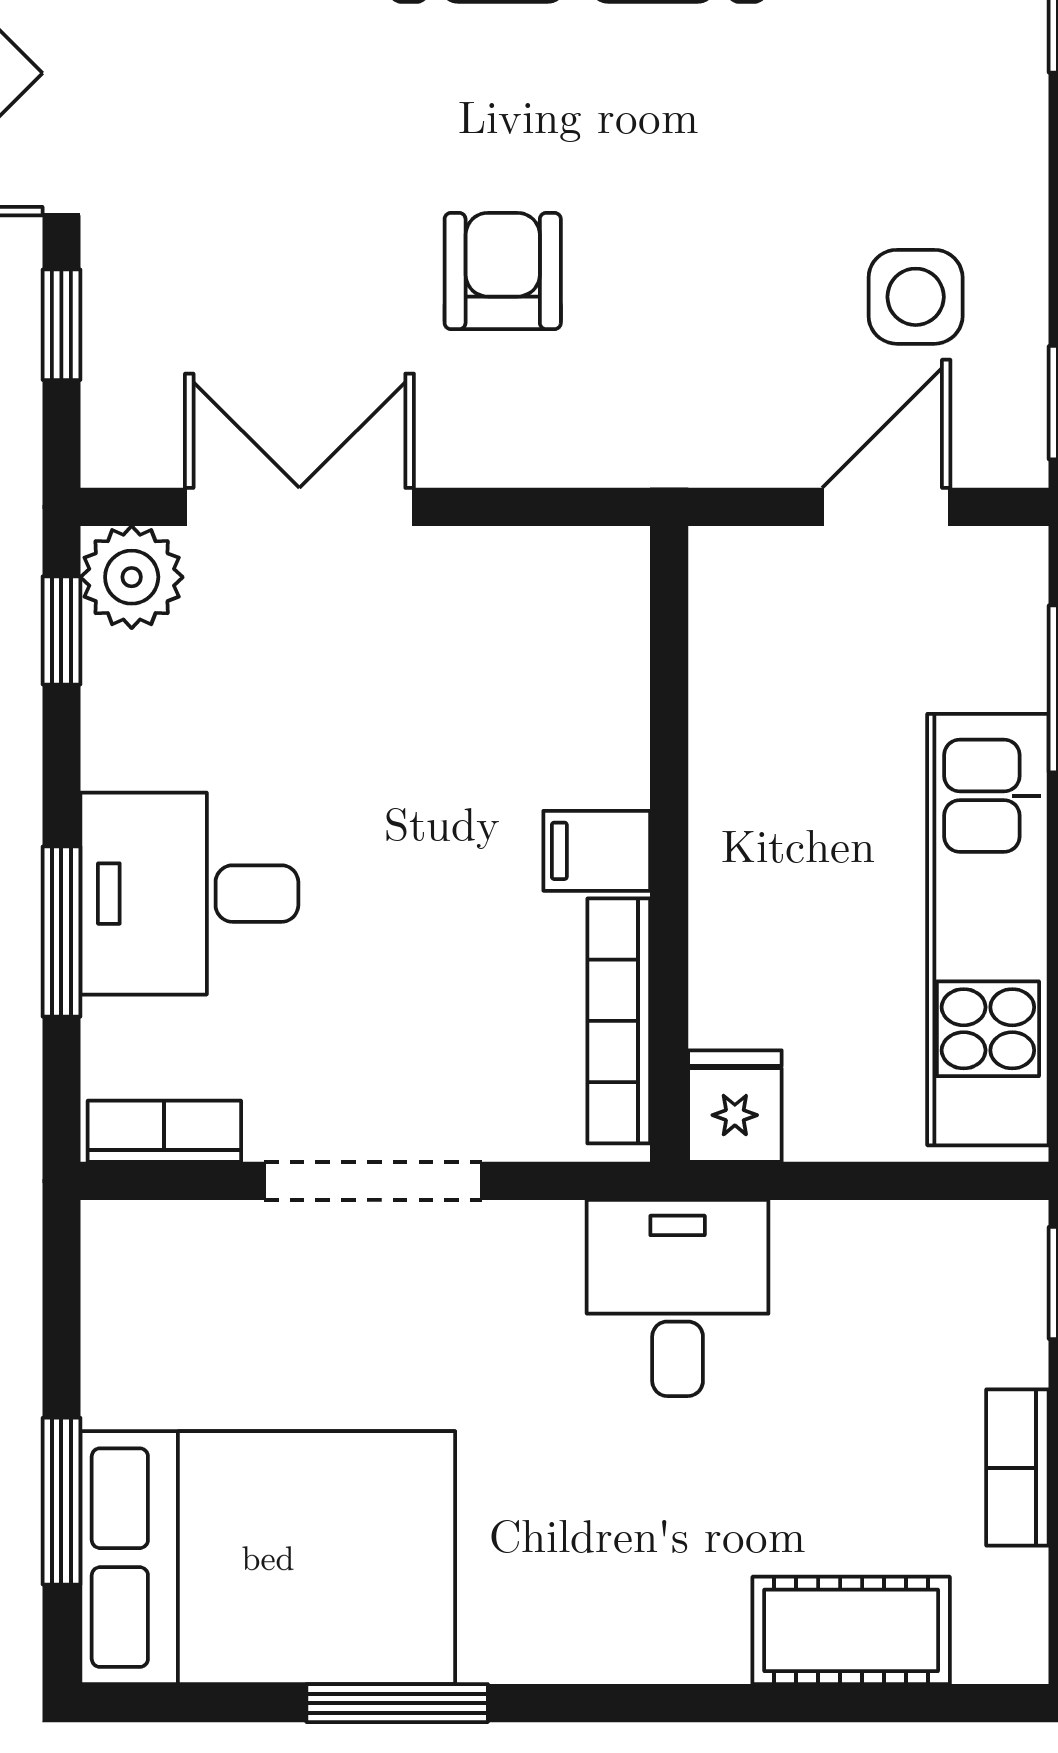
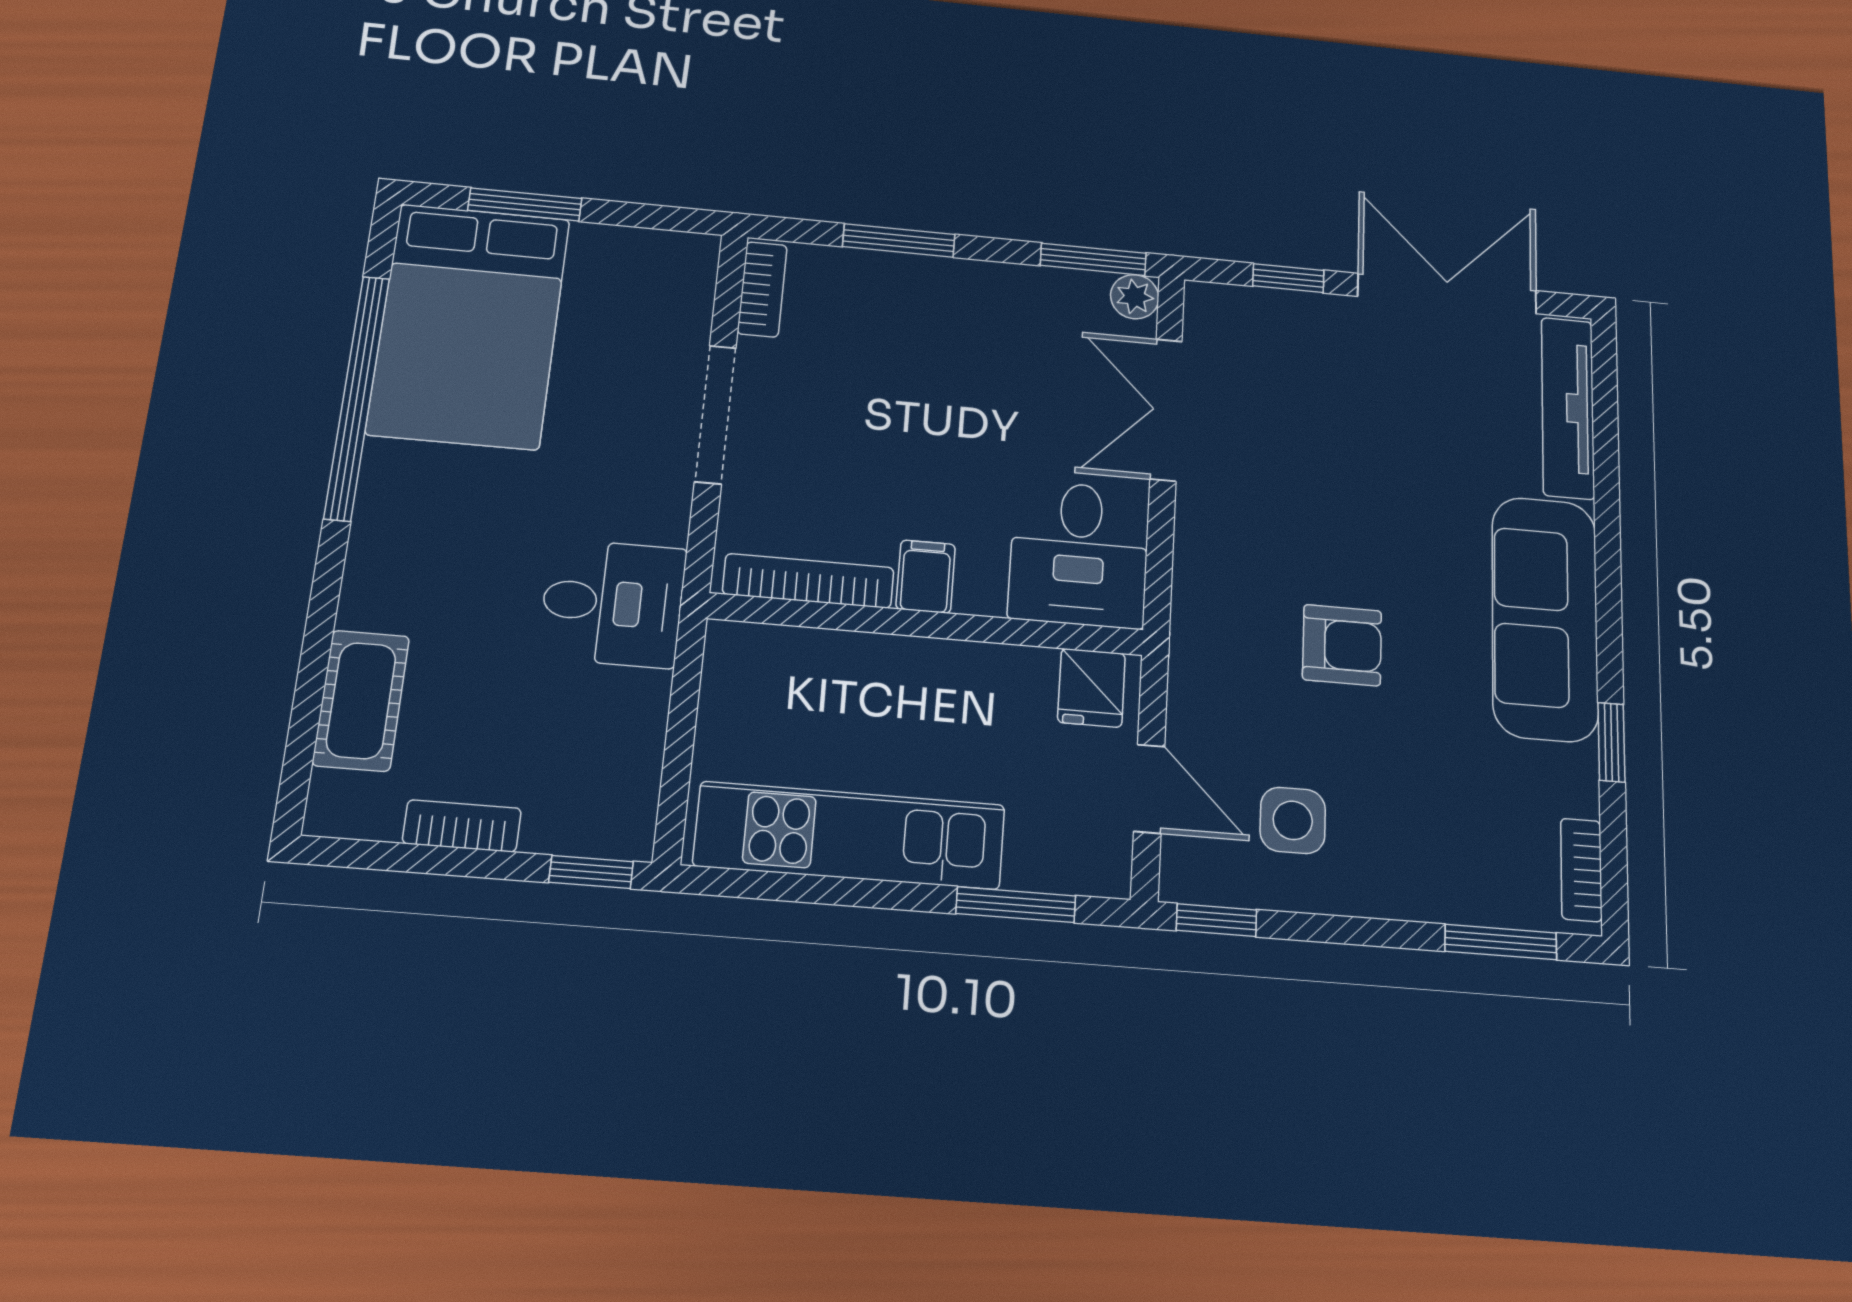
armchair: (503, 271) -> (1342, 645), moved
double door: (299, 507) -> (1166, 410), swing flipped
plant: (132, 577) -> (1135, 297), width x0.73, depth x0.73
window: (61, 630) -> (1093, 259), width x1.50
desk: (189, 894) -> (1079, 554), moved, turned 180
fridge: (735, 1106) -> (1091, 688), moved, turned 90
window: (397, 1703) -> (357, 397), width x2.11

